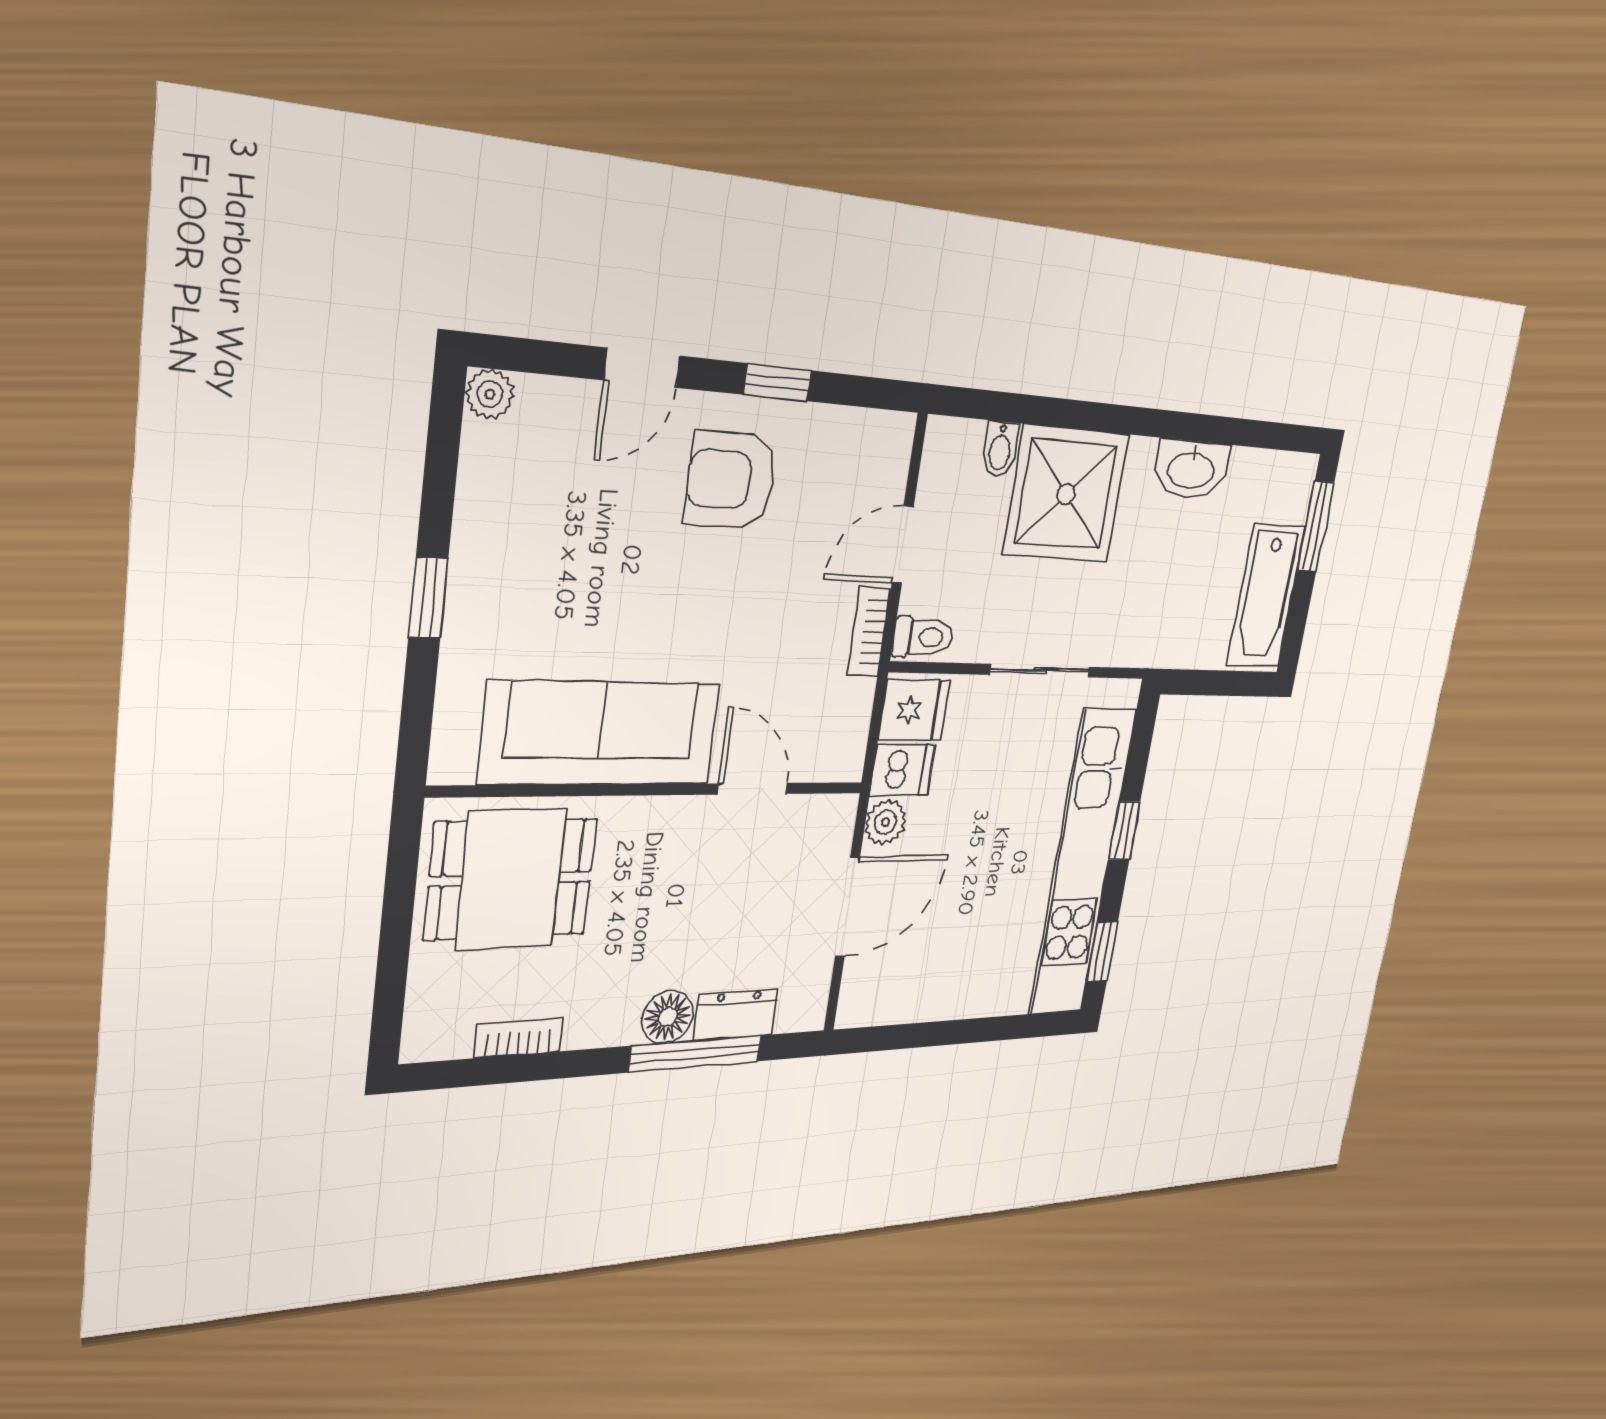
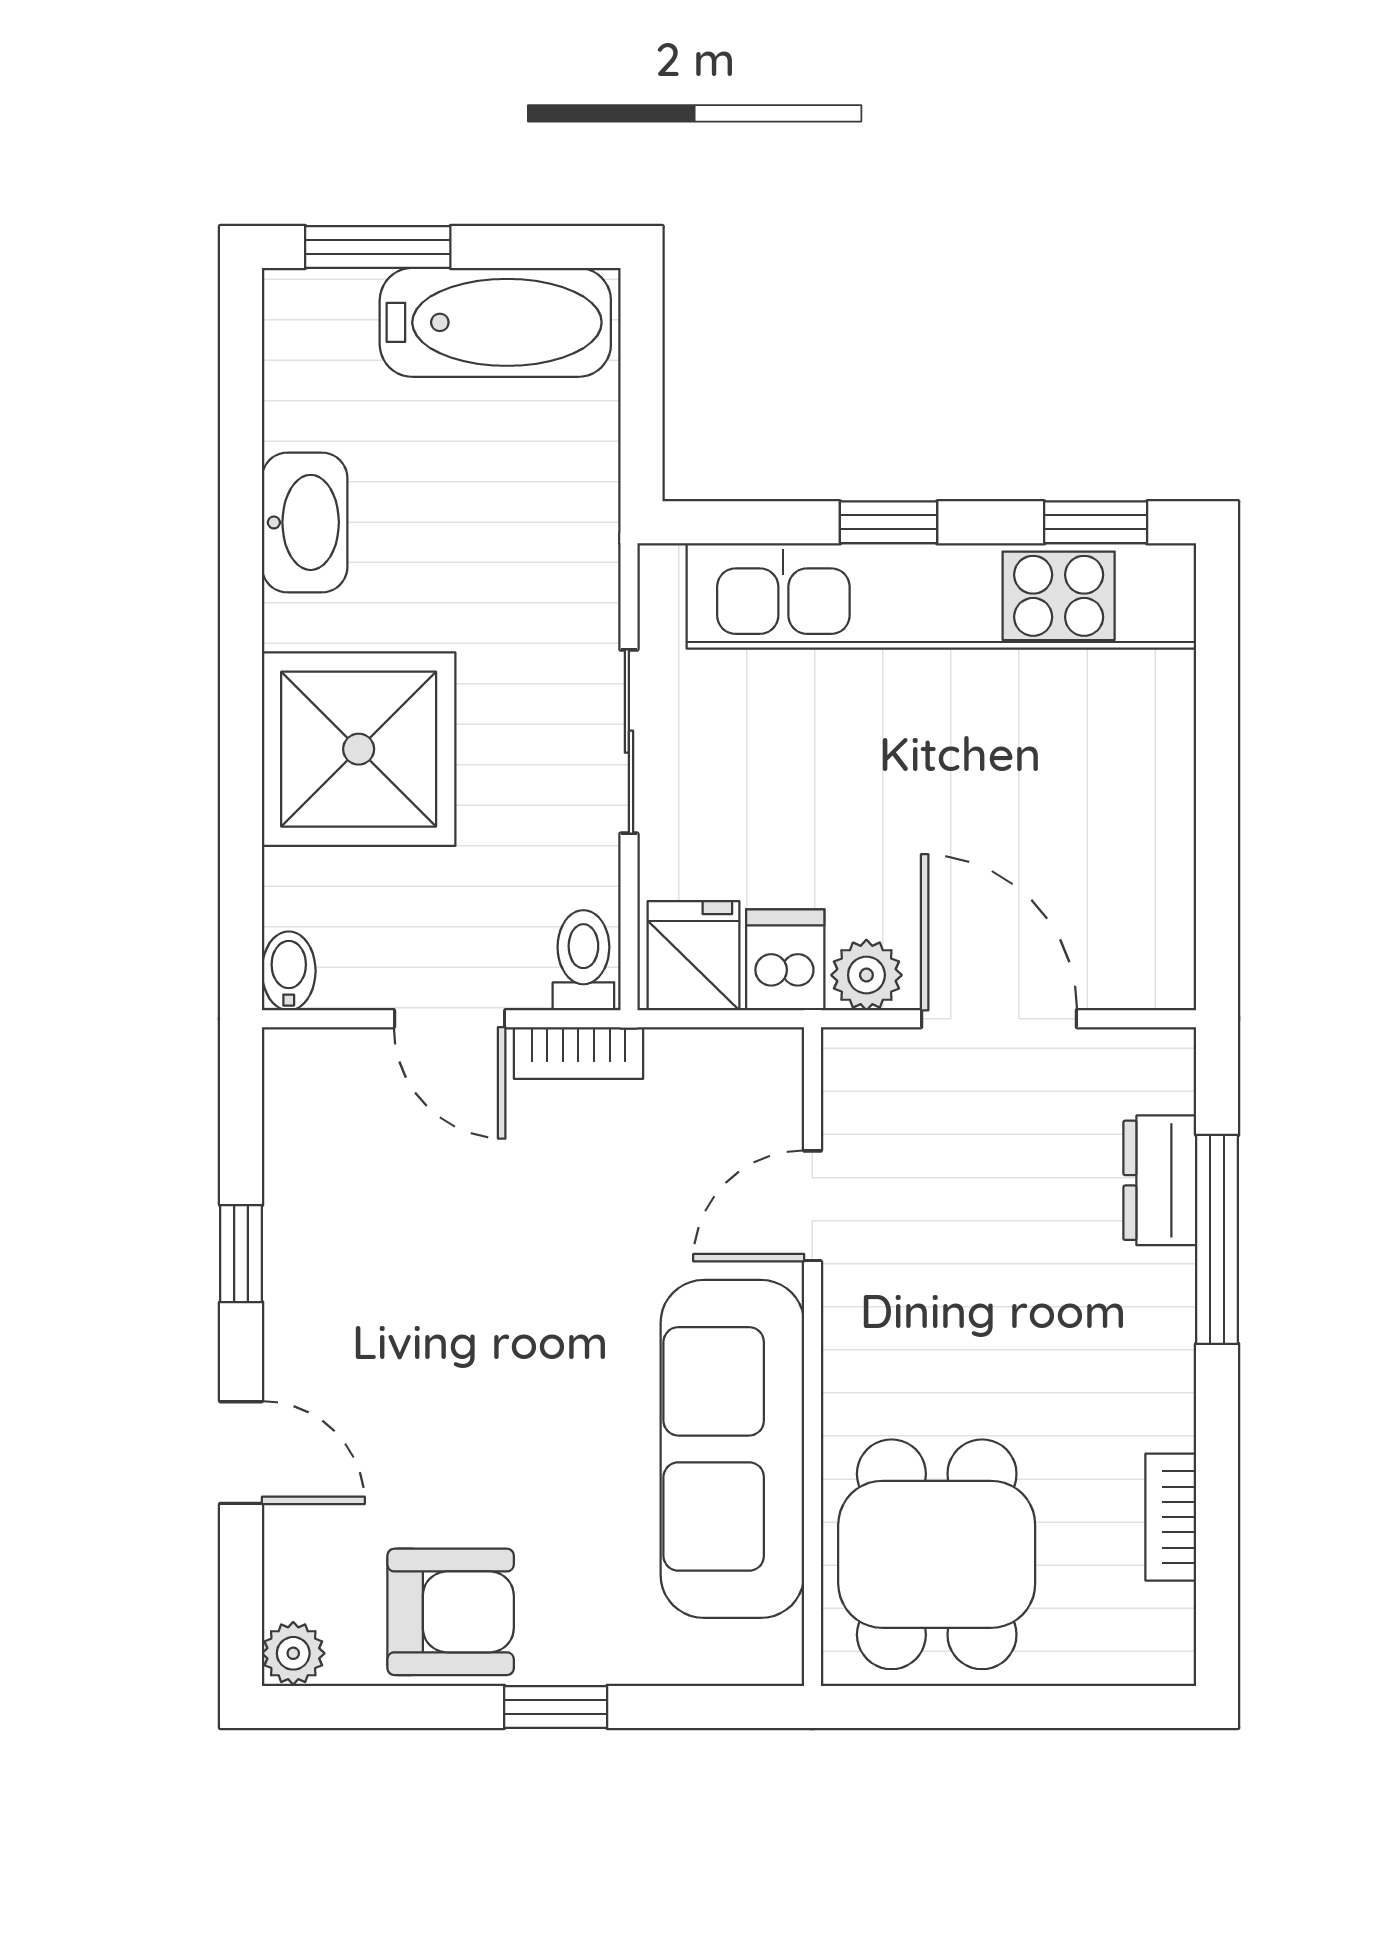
bidet: (1000, 449) -> (289, 971), moved, turned -90
armchair: (731, 480) -> (451, 1612), moved, turned -90
floor lamp: (668, 1017) -> (1156, 1292), removed

